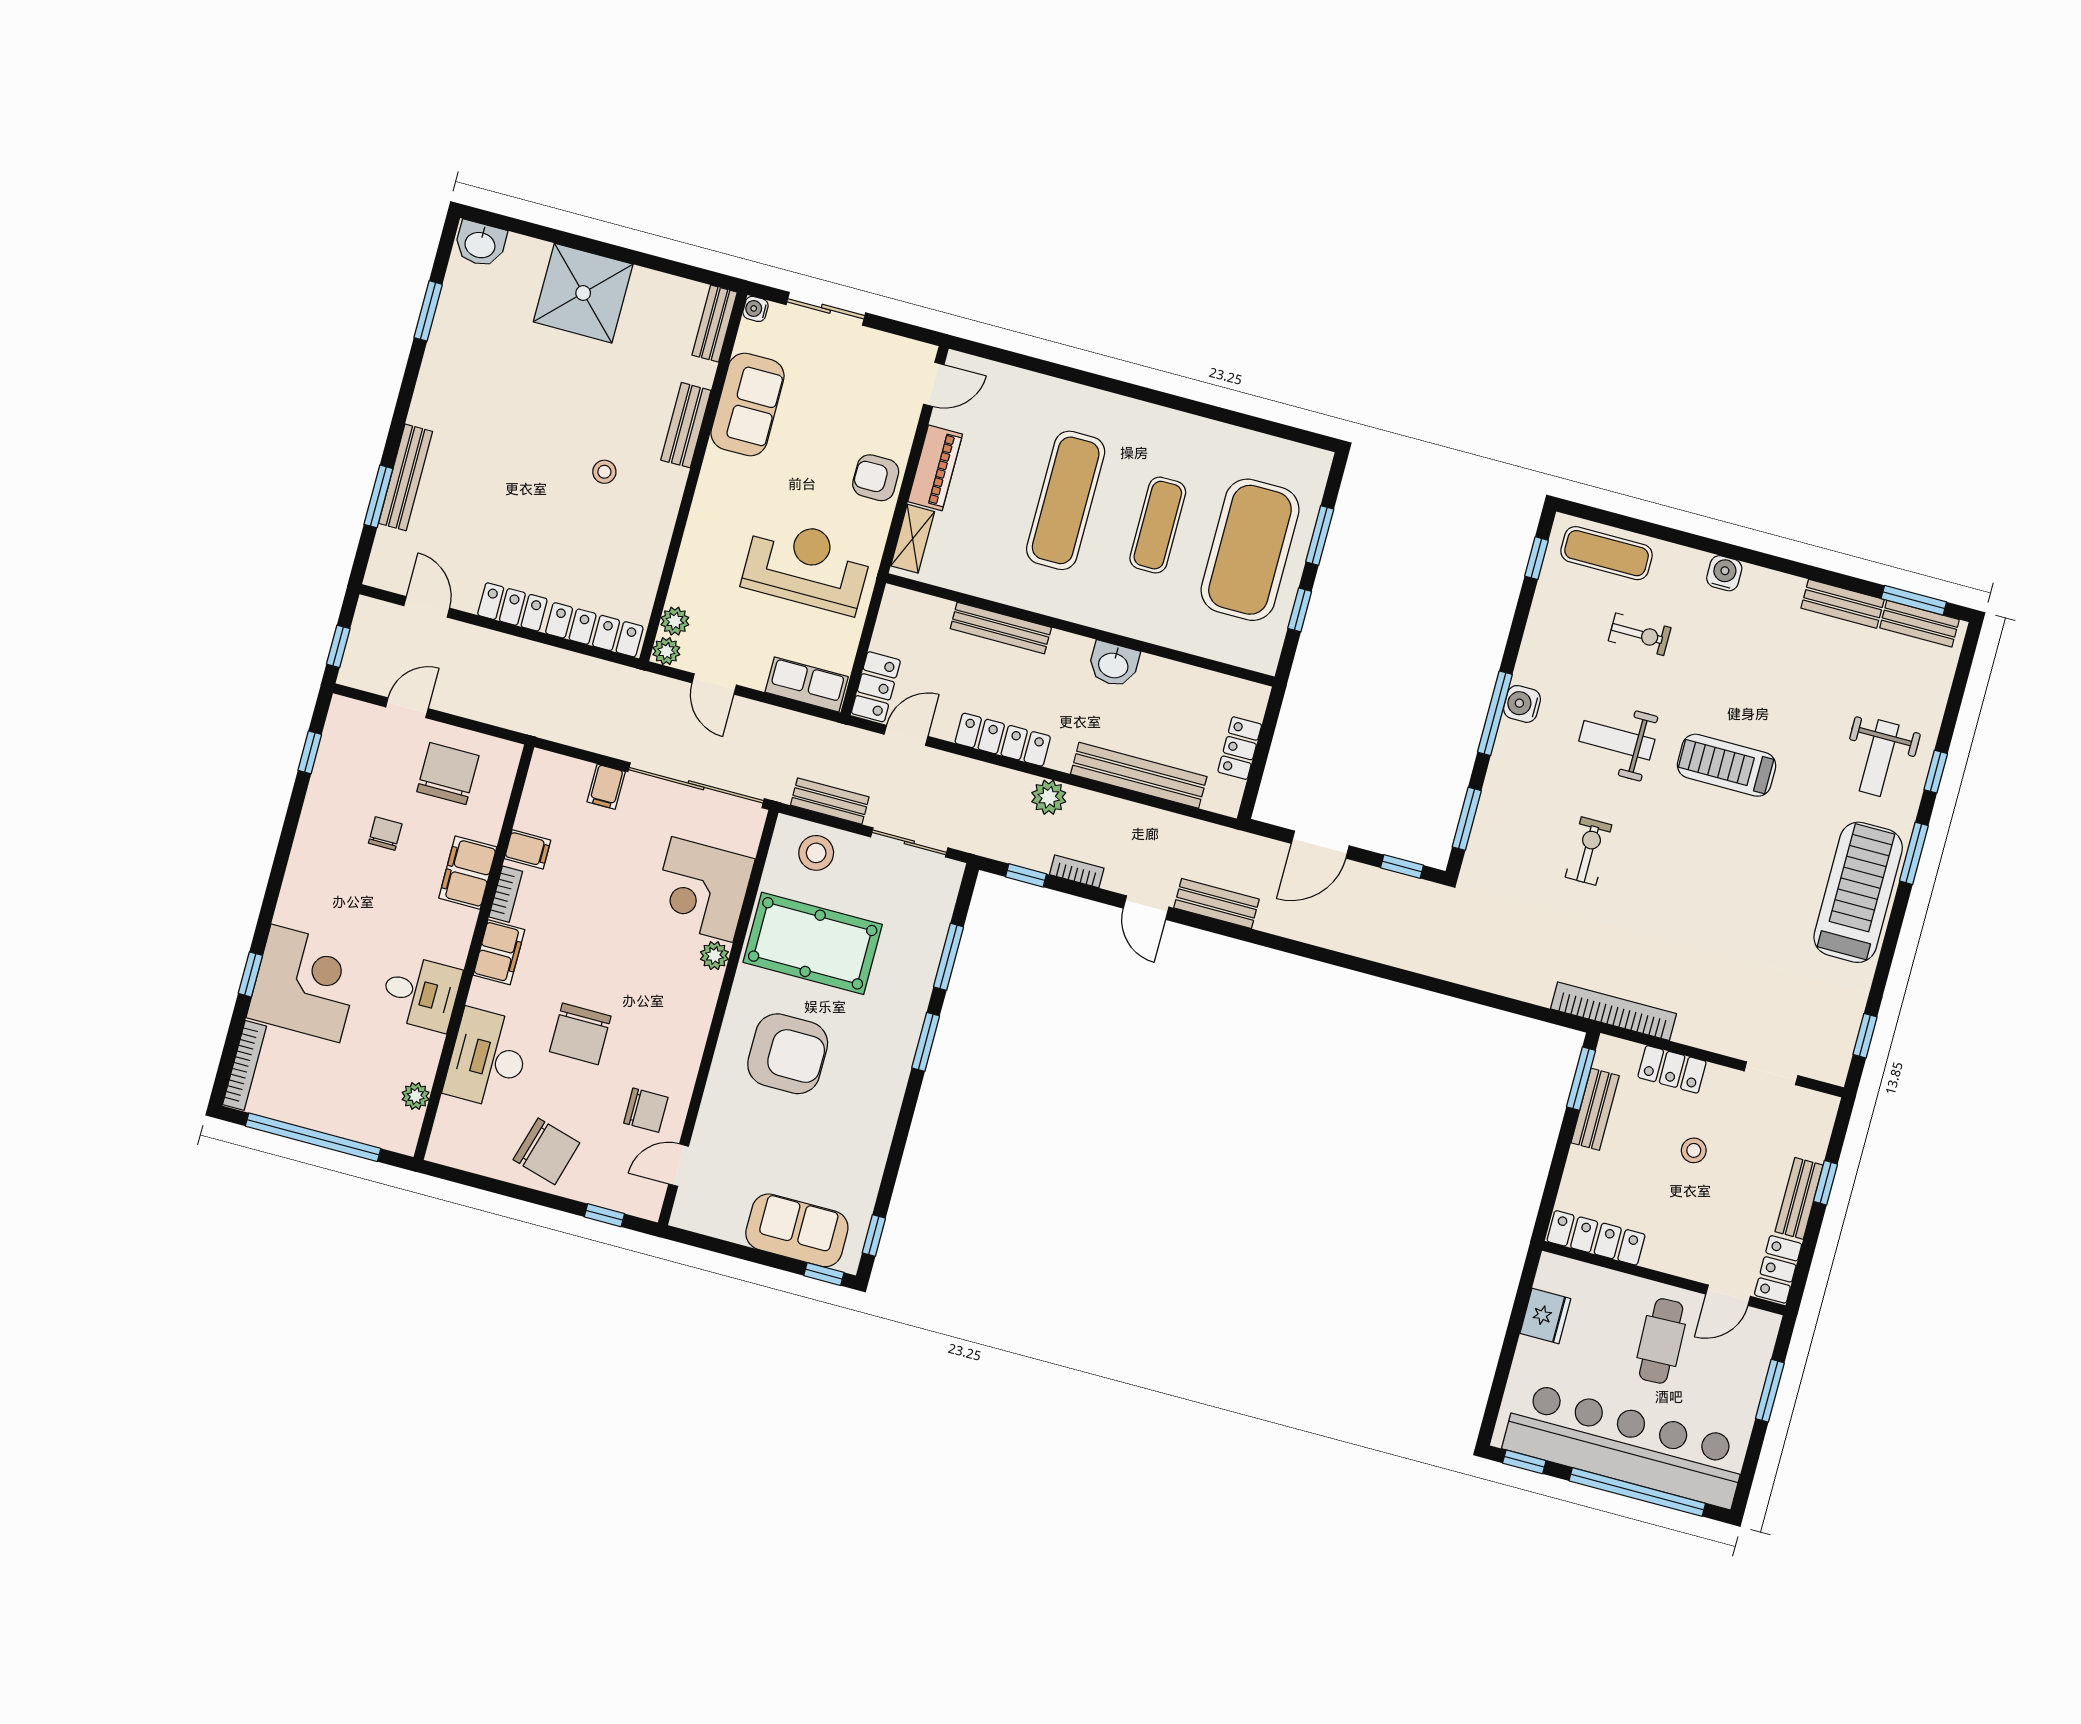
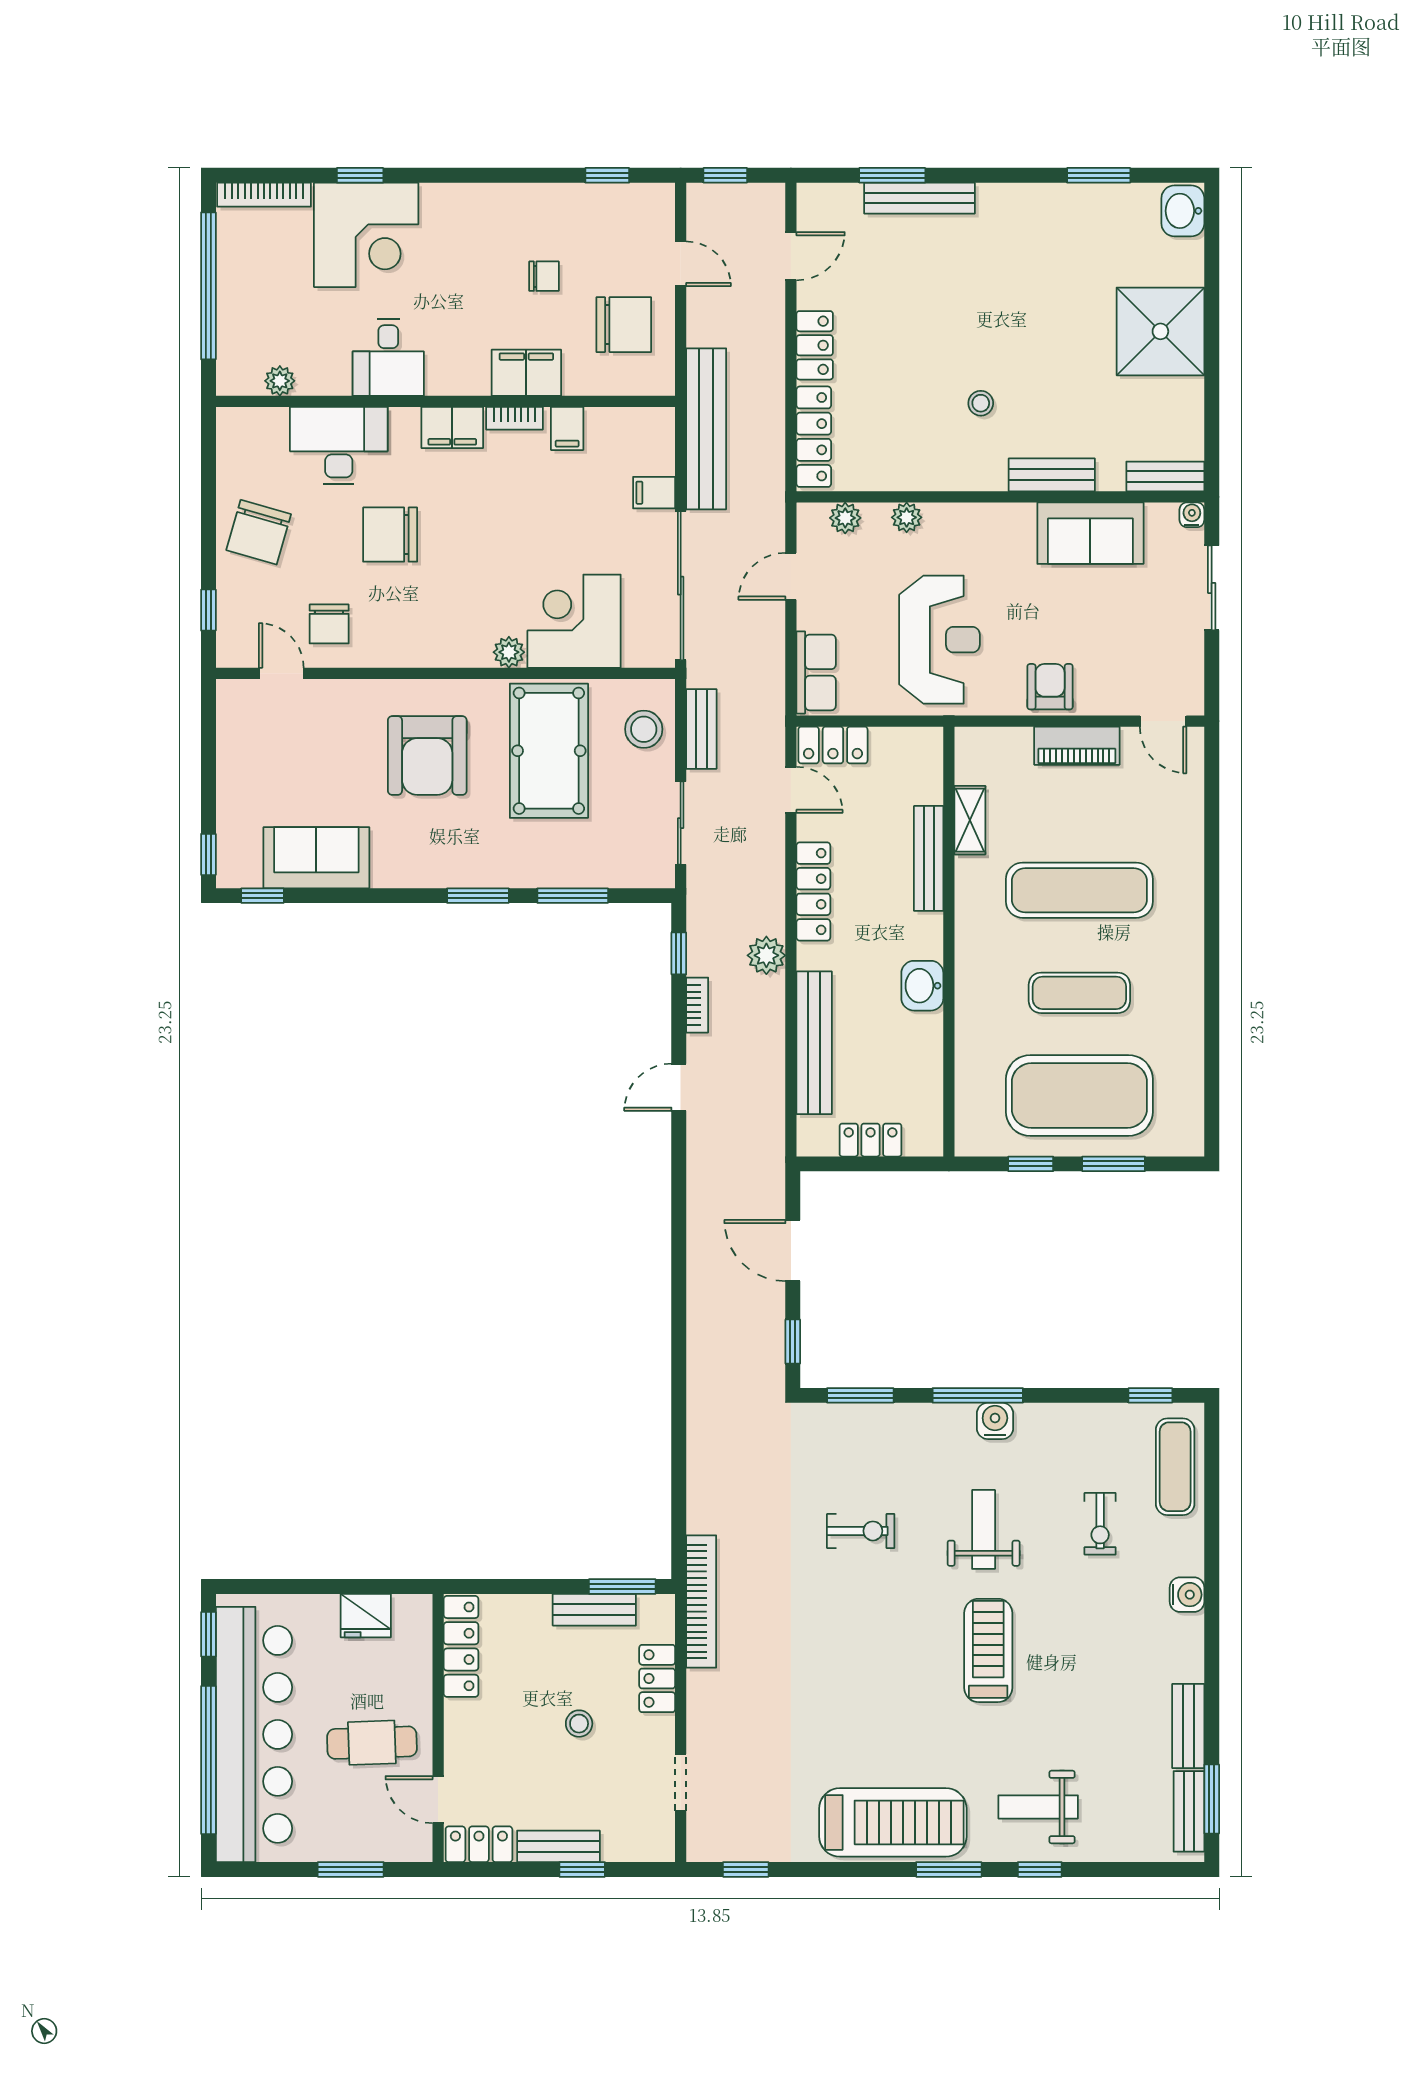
shelving: (913, 539) -> (970, 820), moved, turned 90
plant: (666, 651) -> (907, 517), moved
bench: (1216, 903) -> (706, 429), moved, width x1.86, depth x1.21
sofa: (797, 1230) -> (316, 858), moved, turned -90

